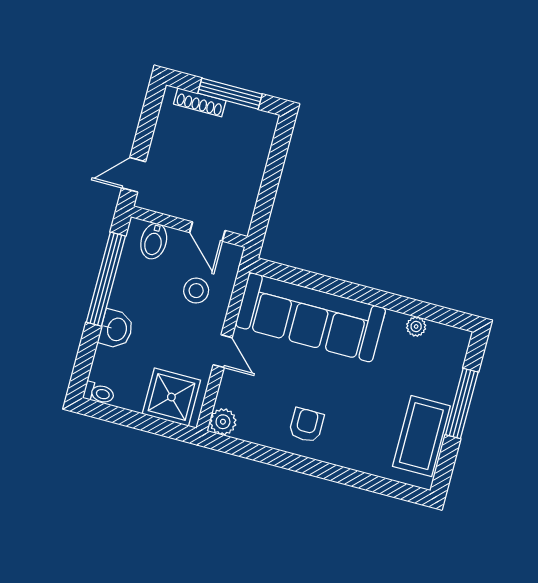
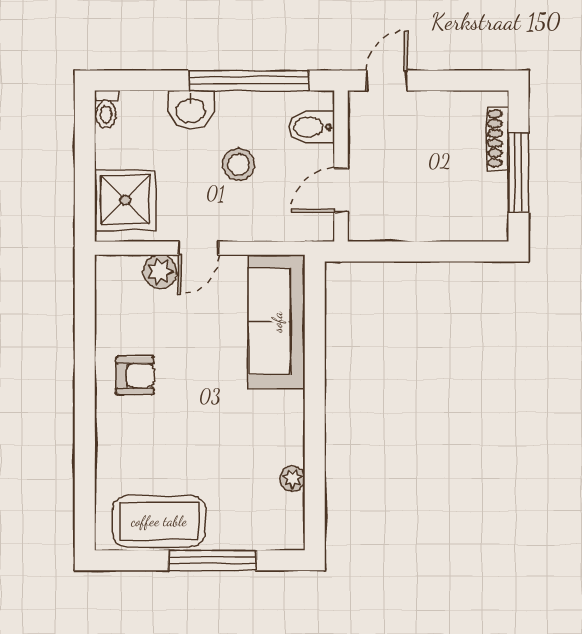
door: (134, 175) -> (387, 81), hinge flipped
stool: (196, 291) -> (239, 164), moved
sofa: (311, 317) -> (277, 322), width x0.74, depth x0.79
plant: (223, 422) -> (160, 272), moved

